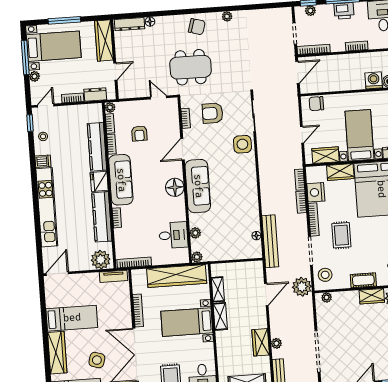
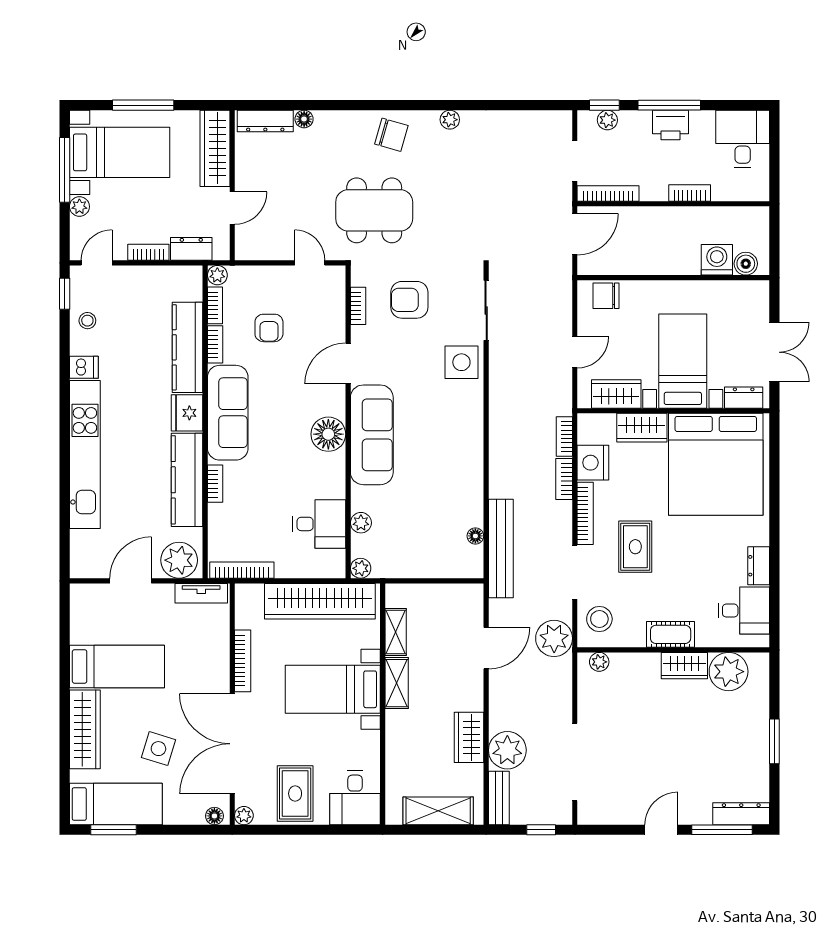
door: (57, 274) -> (131, 581), moved
plant: (276, 343) -> (507, 750), width x1.87, depth x1.87

